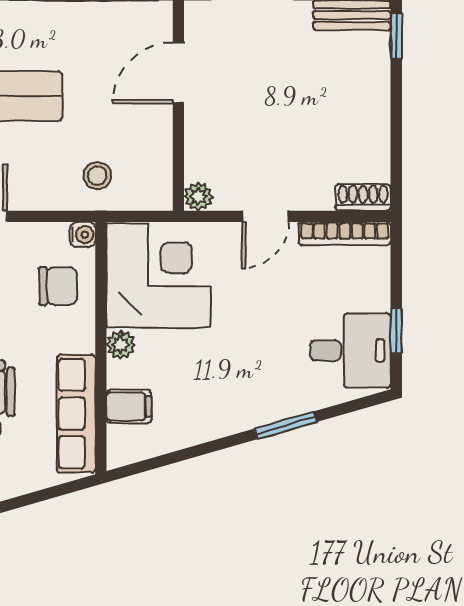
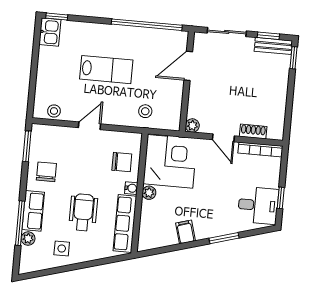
shoe rack: (363, 197) -> (253, 131), moved
door: (265, 216) -> (223, 138), hinge flipped
water cooler: (83, 235) -> (131, 188), moved
filing cabinet: (129, 406) -> (185, 232), moved, turned -106

